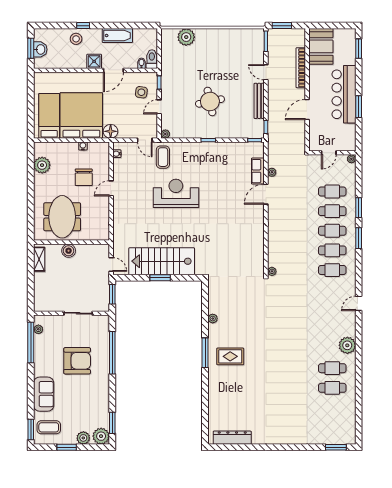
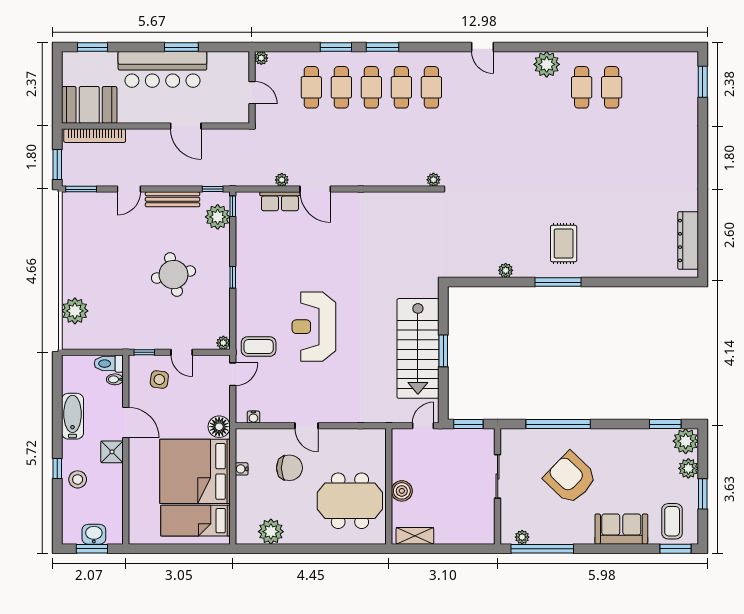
bookcase: (301, 68) -> (95, 136), moved
plant: (248, 130) -> (218, 217), added
armchair: (77, 361) -> (570, 478), turned -46

